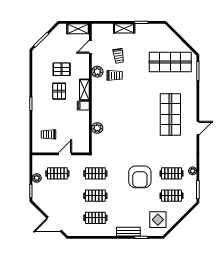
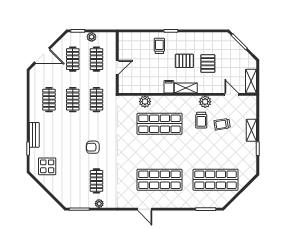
shop shelf: (170, 62) -> (215, 180), turned 90
shop shelf: (118, 114) -> (159, 124), added
trolley: (49, 134) -> (159, 46), moved
door: (65, 154) -> (117, 67), hinge flipped
armchair: (140, 177) -> (93, 147), width x0.53, depth x0.53
clothes rail: (172, 196) -> (73, 59), moved
door: (54, 224) -> (42, 56), swing flipped

